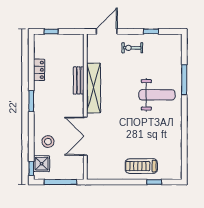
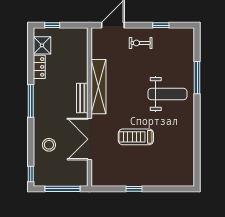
bench: (79, 80) -> (82, 98), moved
window: (31, 101) -> (31, 101), width x1.44
shower: (42, 164) -> (42, 45), moved
treadmill: (141, 166) -> (136, 137), moved
window: (154, 182) -> (134, 189), moved

